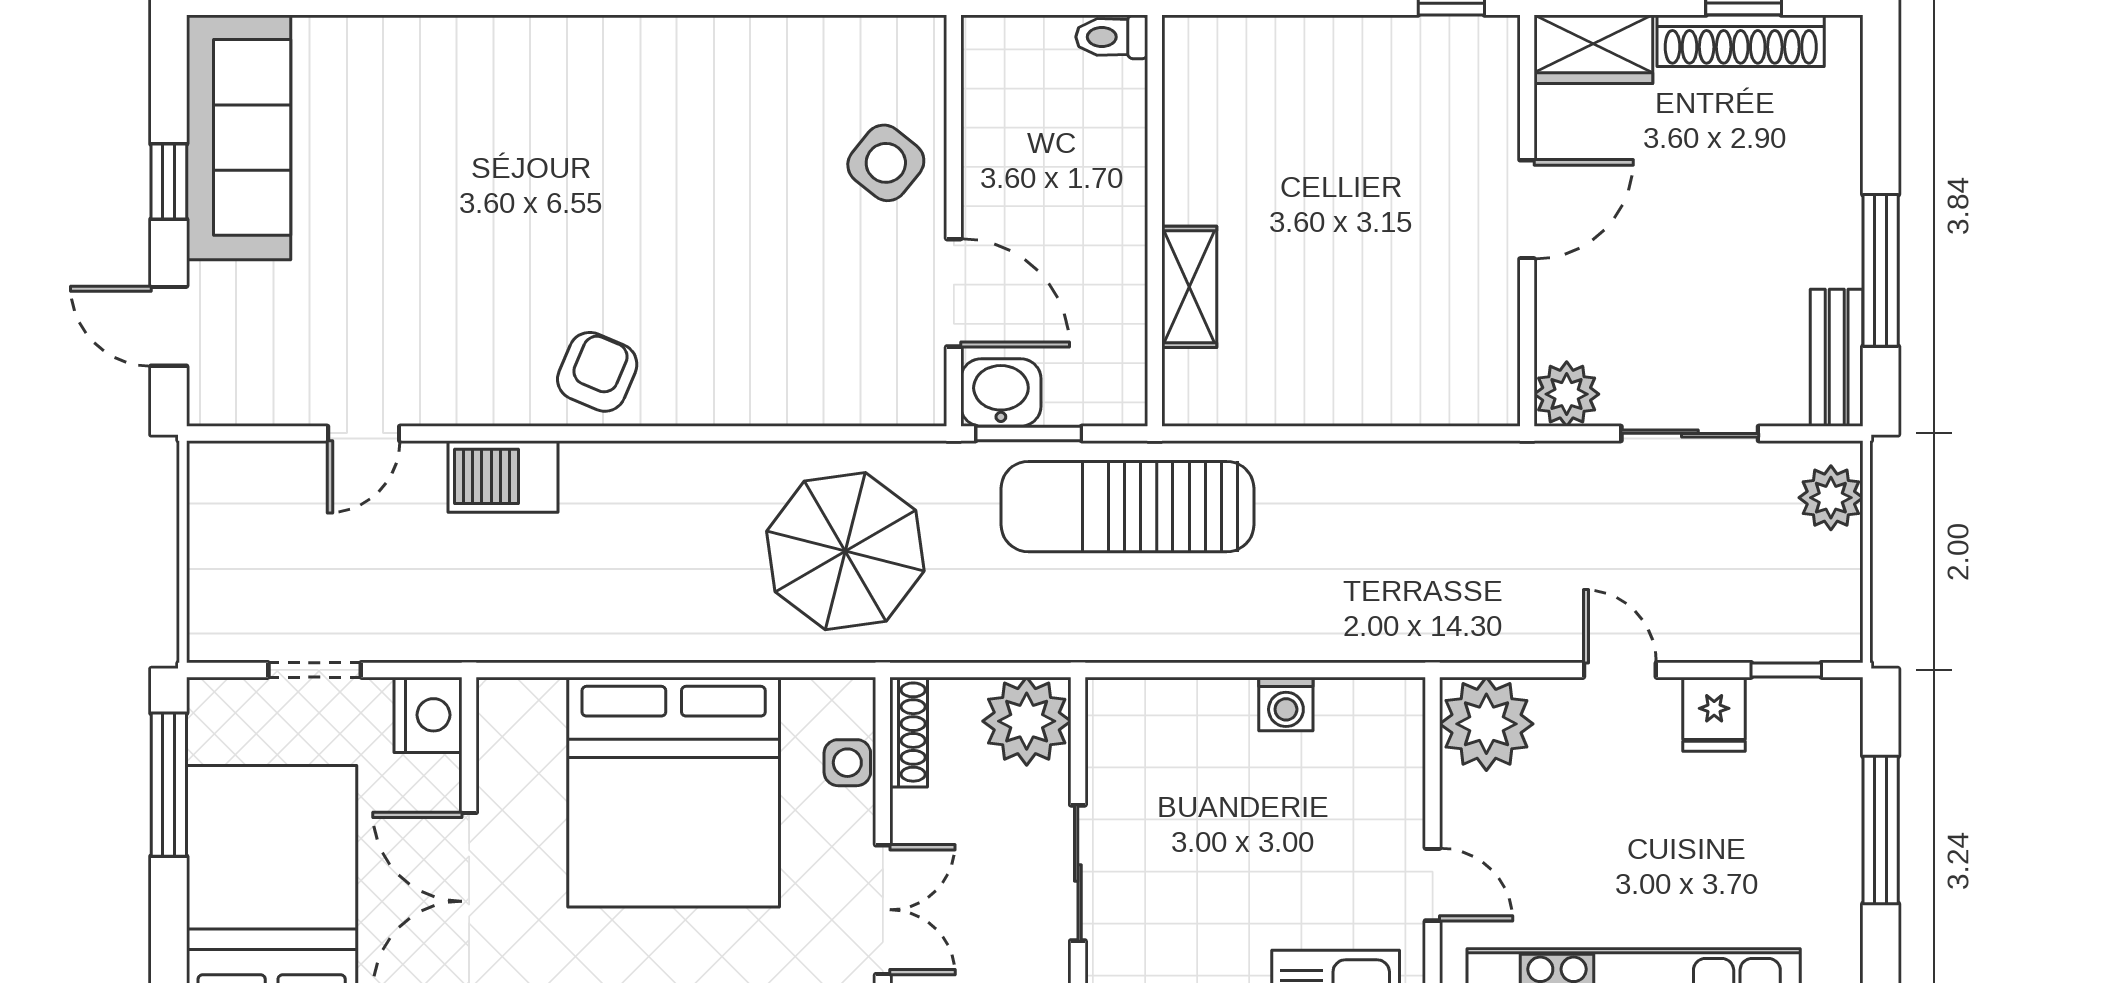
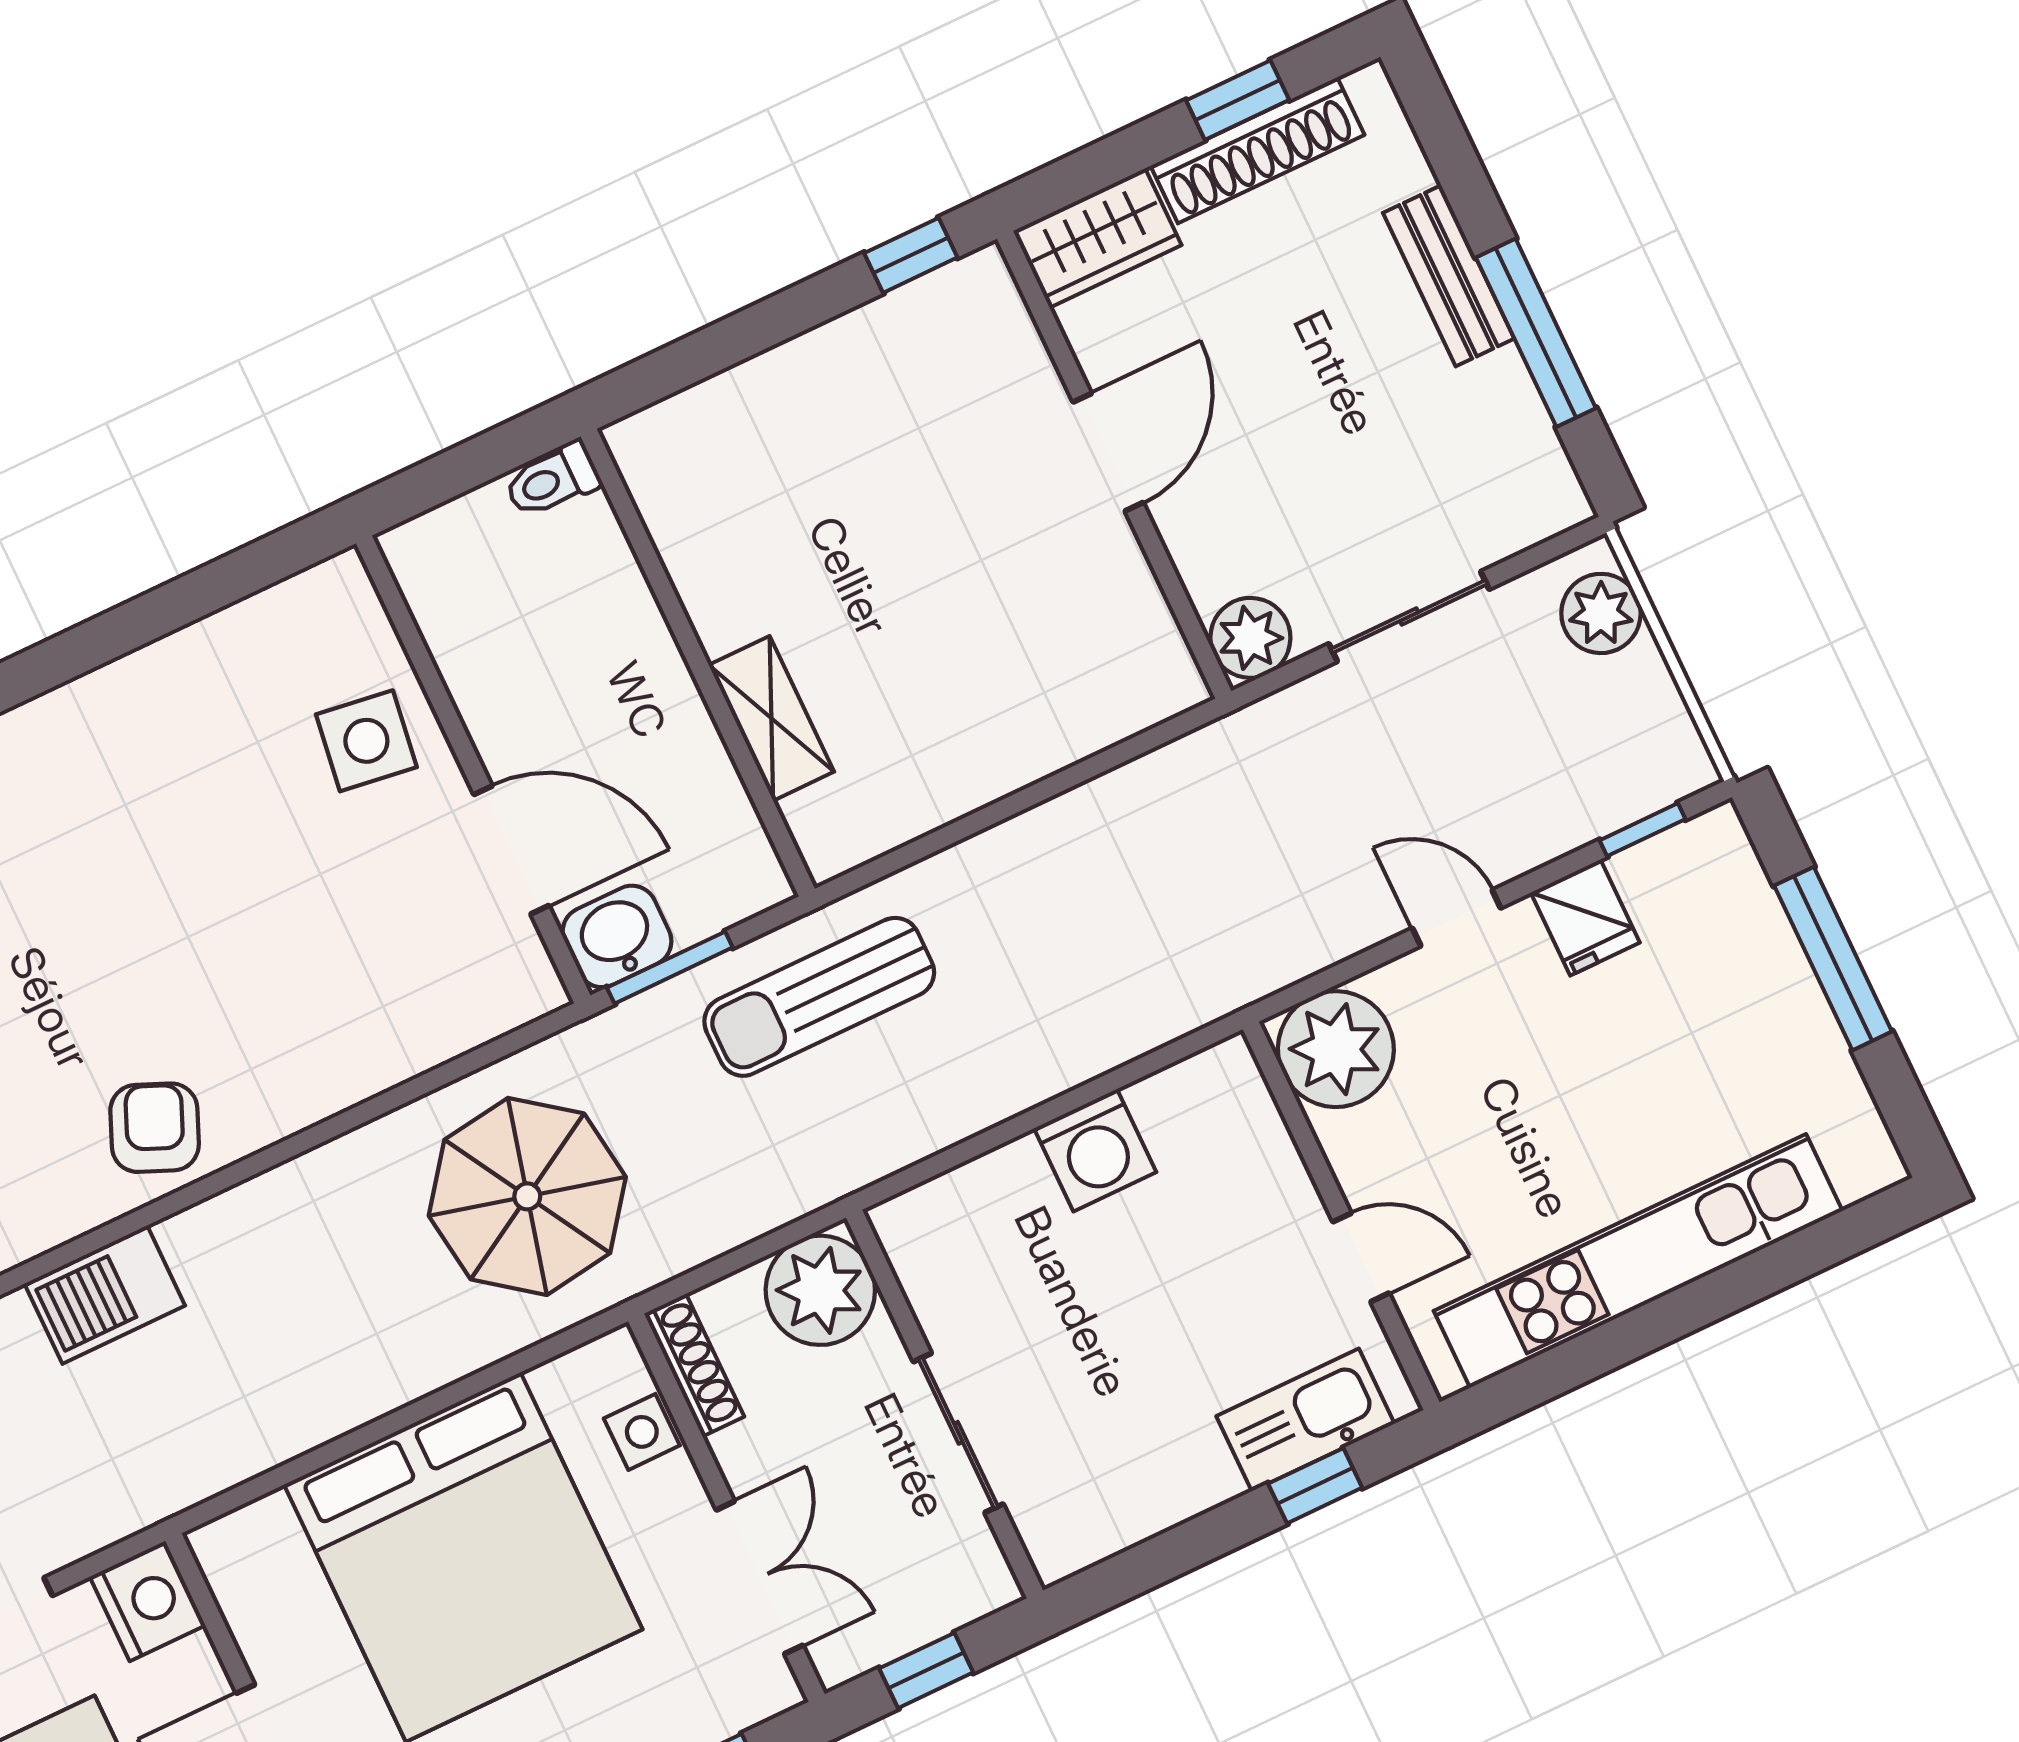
side table: (886, 163) -> (366, 741), turned -31
bench: (1837, 358) -> (1449, 276), moved
sun lounger: (1128, 507) -> (819, 997), width x0.73, depth x0.75
washing machine: (1286, 704) -> (1095, 1150), width x1.38, depth x1.38

